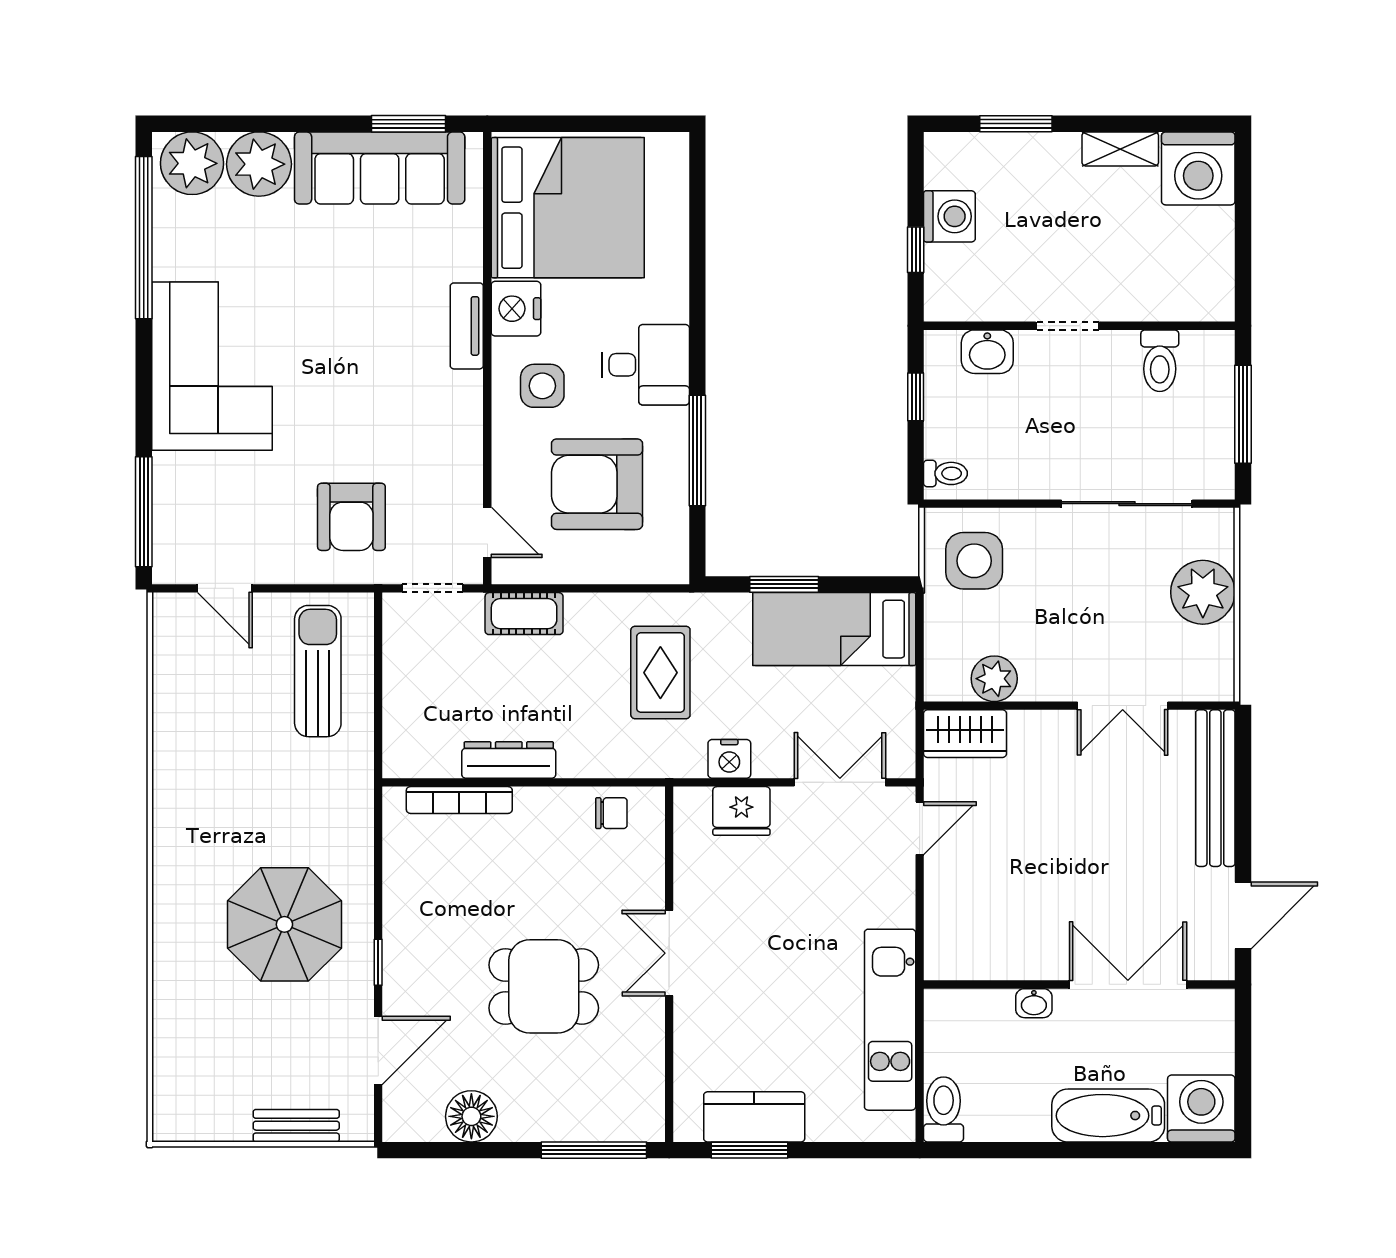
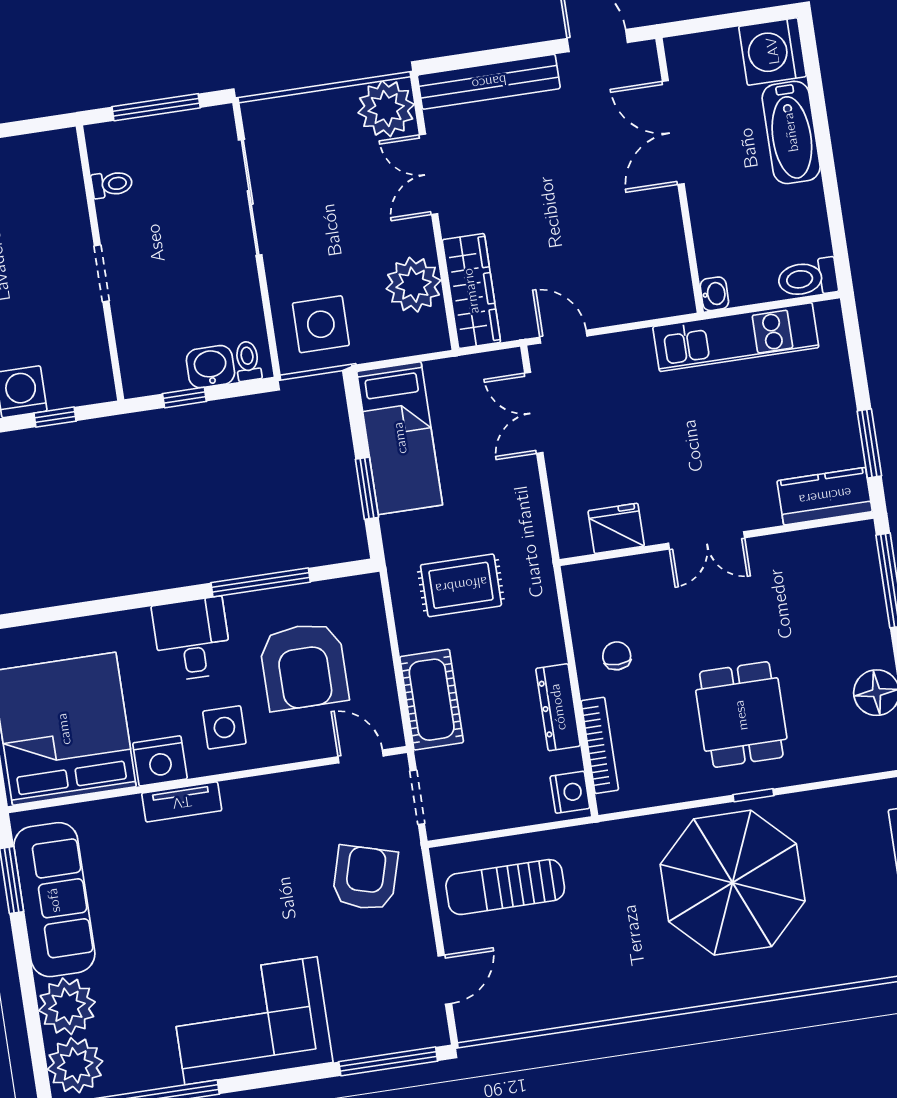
washbasin: (987, 352) -> (210, 367), moved, turned -90
toilet: (1160, 361) -> (112, 184), width x0.73, depth x0.72
armchair: (351, 517) -> (365, 878), turned -74
door: (487, 532) -> (361, 756), hinge flipped
plant: (1203, 592) -> (386, 109), moved
cot: (524, 614) -> (432, 700), width x1.37, depth x1.34
plant: (994, 679) -> (414, 285), width x1.36, depth x1.36
double door: (1123, 706) -> (429, 174), swing flipped
wardrobe: (965, 734) -> (471, 291), width x1.50
nightstand: (729, 759) -> (570, 792), moved
fridge: (741, 811) -> (616, 528), moved, turned -90
chair: (611, 813) -> (617, 656), moved
parasol: (284, 924) -> (733, 883), width x1.36, depth x1.36
dining table: (544, 986) -> (741, 715), moved
washbasin: (1034, 1003) -> (714, 294), moved
door: (378, 1050) -> (831, 783), removed
kitchen counter: (754, 1117) -> (825, 496), moved, turned 90

